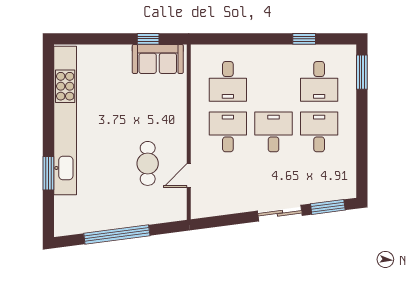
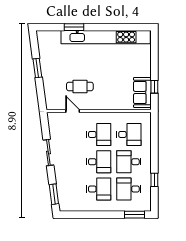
desk: (228, 81) -> (129, 134), turned 180
desk: (274, 81) -> (129, 162), added
sliding door: (280, 213) -> (48, 152), moved
window: (117, 235) -> (37, 68), width x0.47

